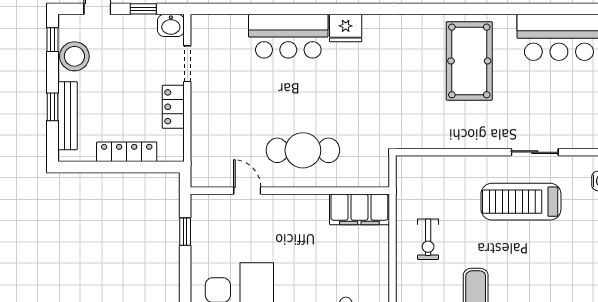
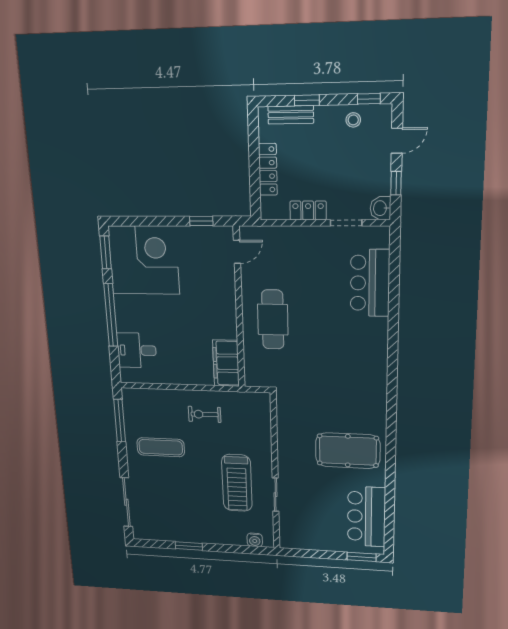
fridge: (346, 28) -> (376, 356), removed
bar counter: (288, 36) -> (370, 283), moved
stool: (74, 56) -> (353, 120), width x0.53, depth x0.53
bench: (68, 116) -> (291, 115), width x0.73
door: (247, 191) -> (237, 252), moved
treadmill: (521, 202) -> (237, 483), turned 180

